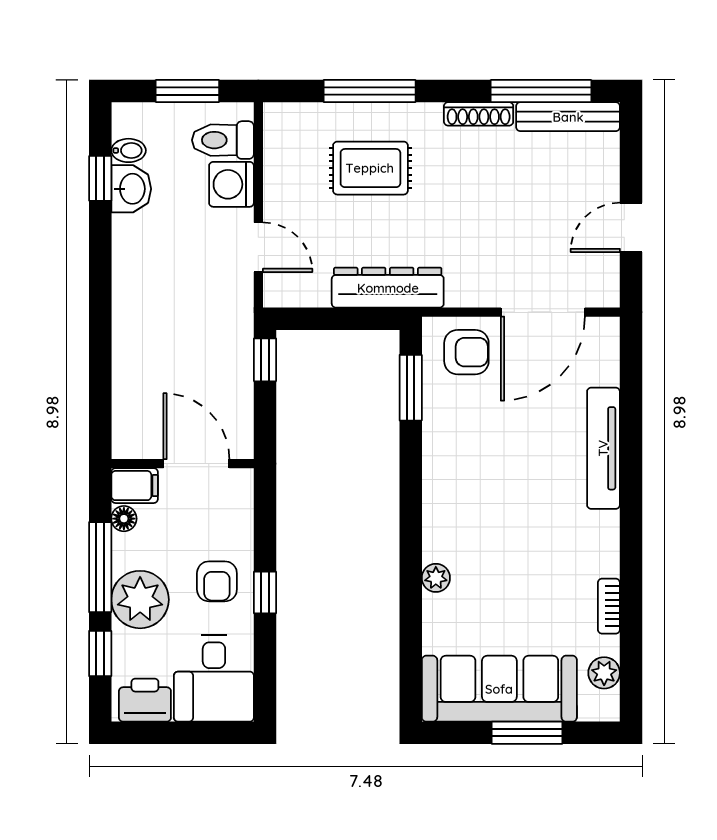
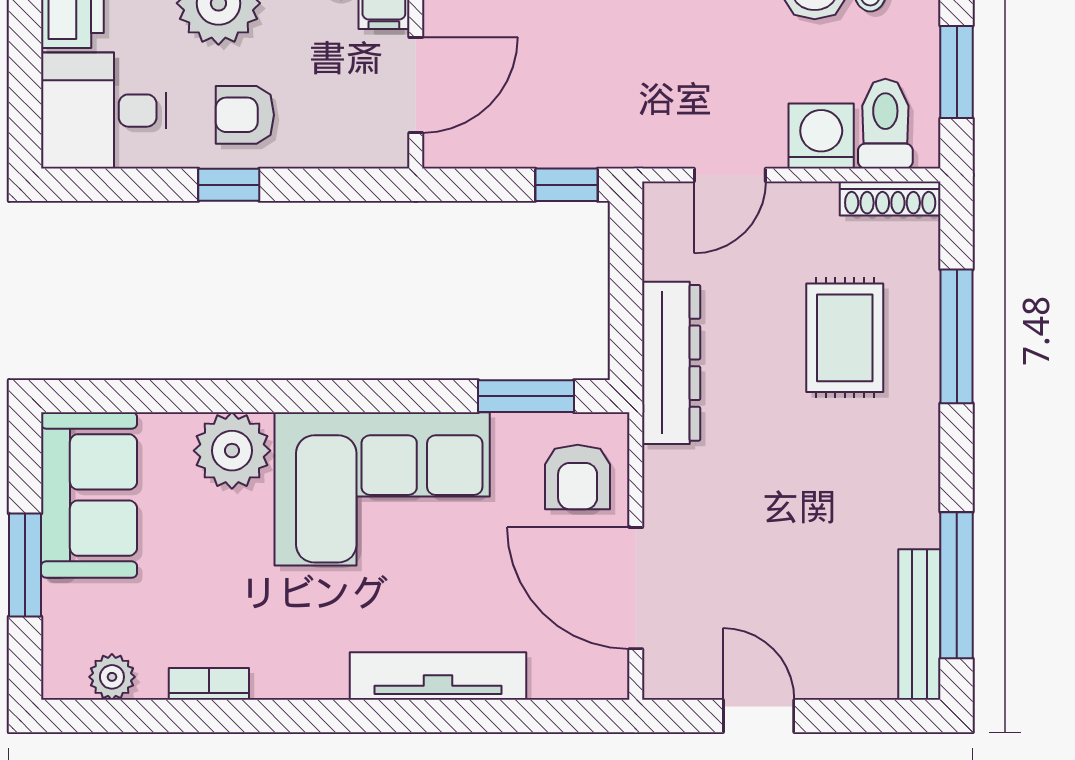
shoe rack: (479, 114) -> (890, 199), moved, turned -90
corner sofa: (475, 487) -> (382, 489), added
plant: (436, 578) -> (232, 451), width x1.88, depth x1.88
sofa: (499, 689) -> (89, 495), width x0.73

